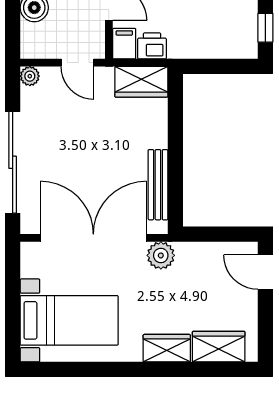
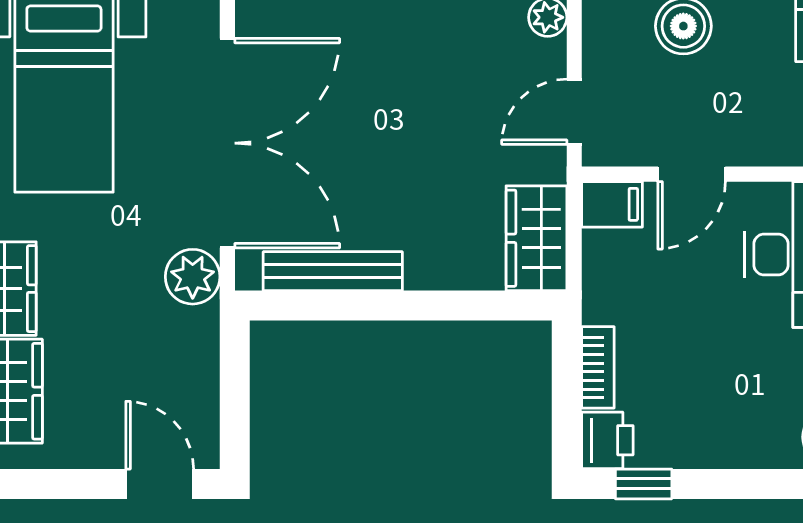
printer: (152, 46) -> (607, 440), moved
bookcase: (207, 51) -> (598, 367), added
door: (265, 272) -> (160, 484), hinge flipped

